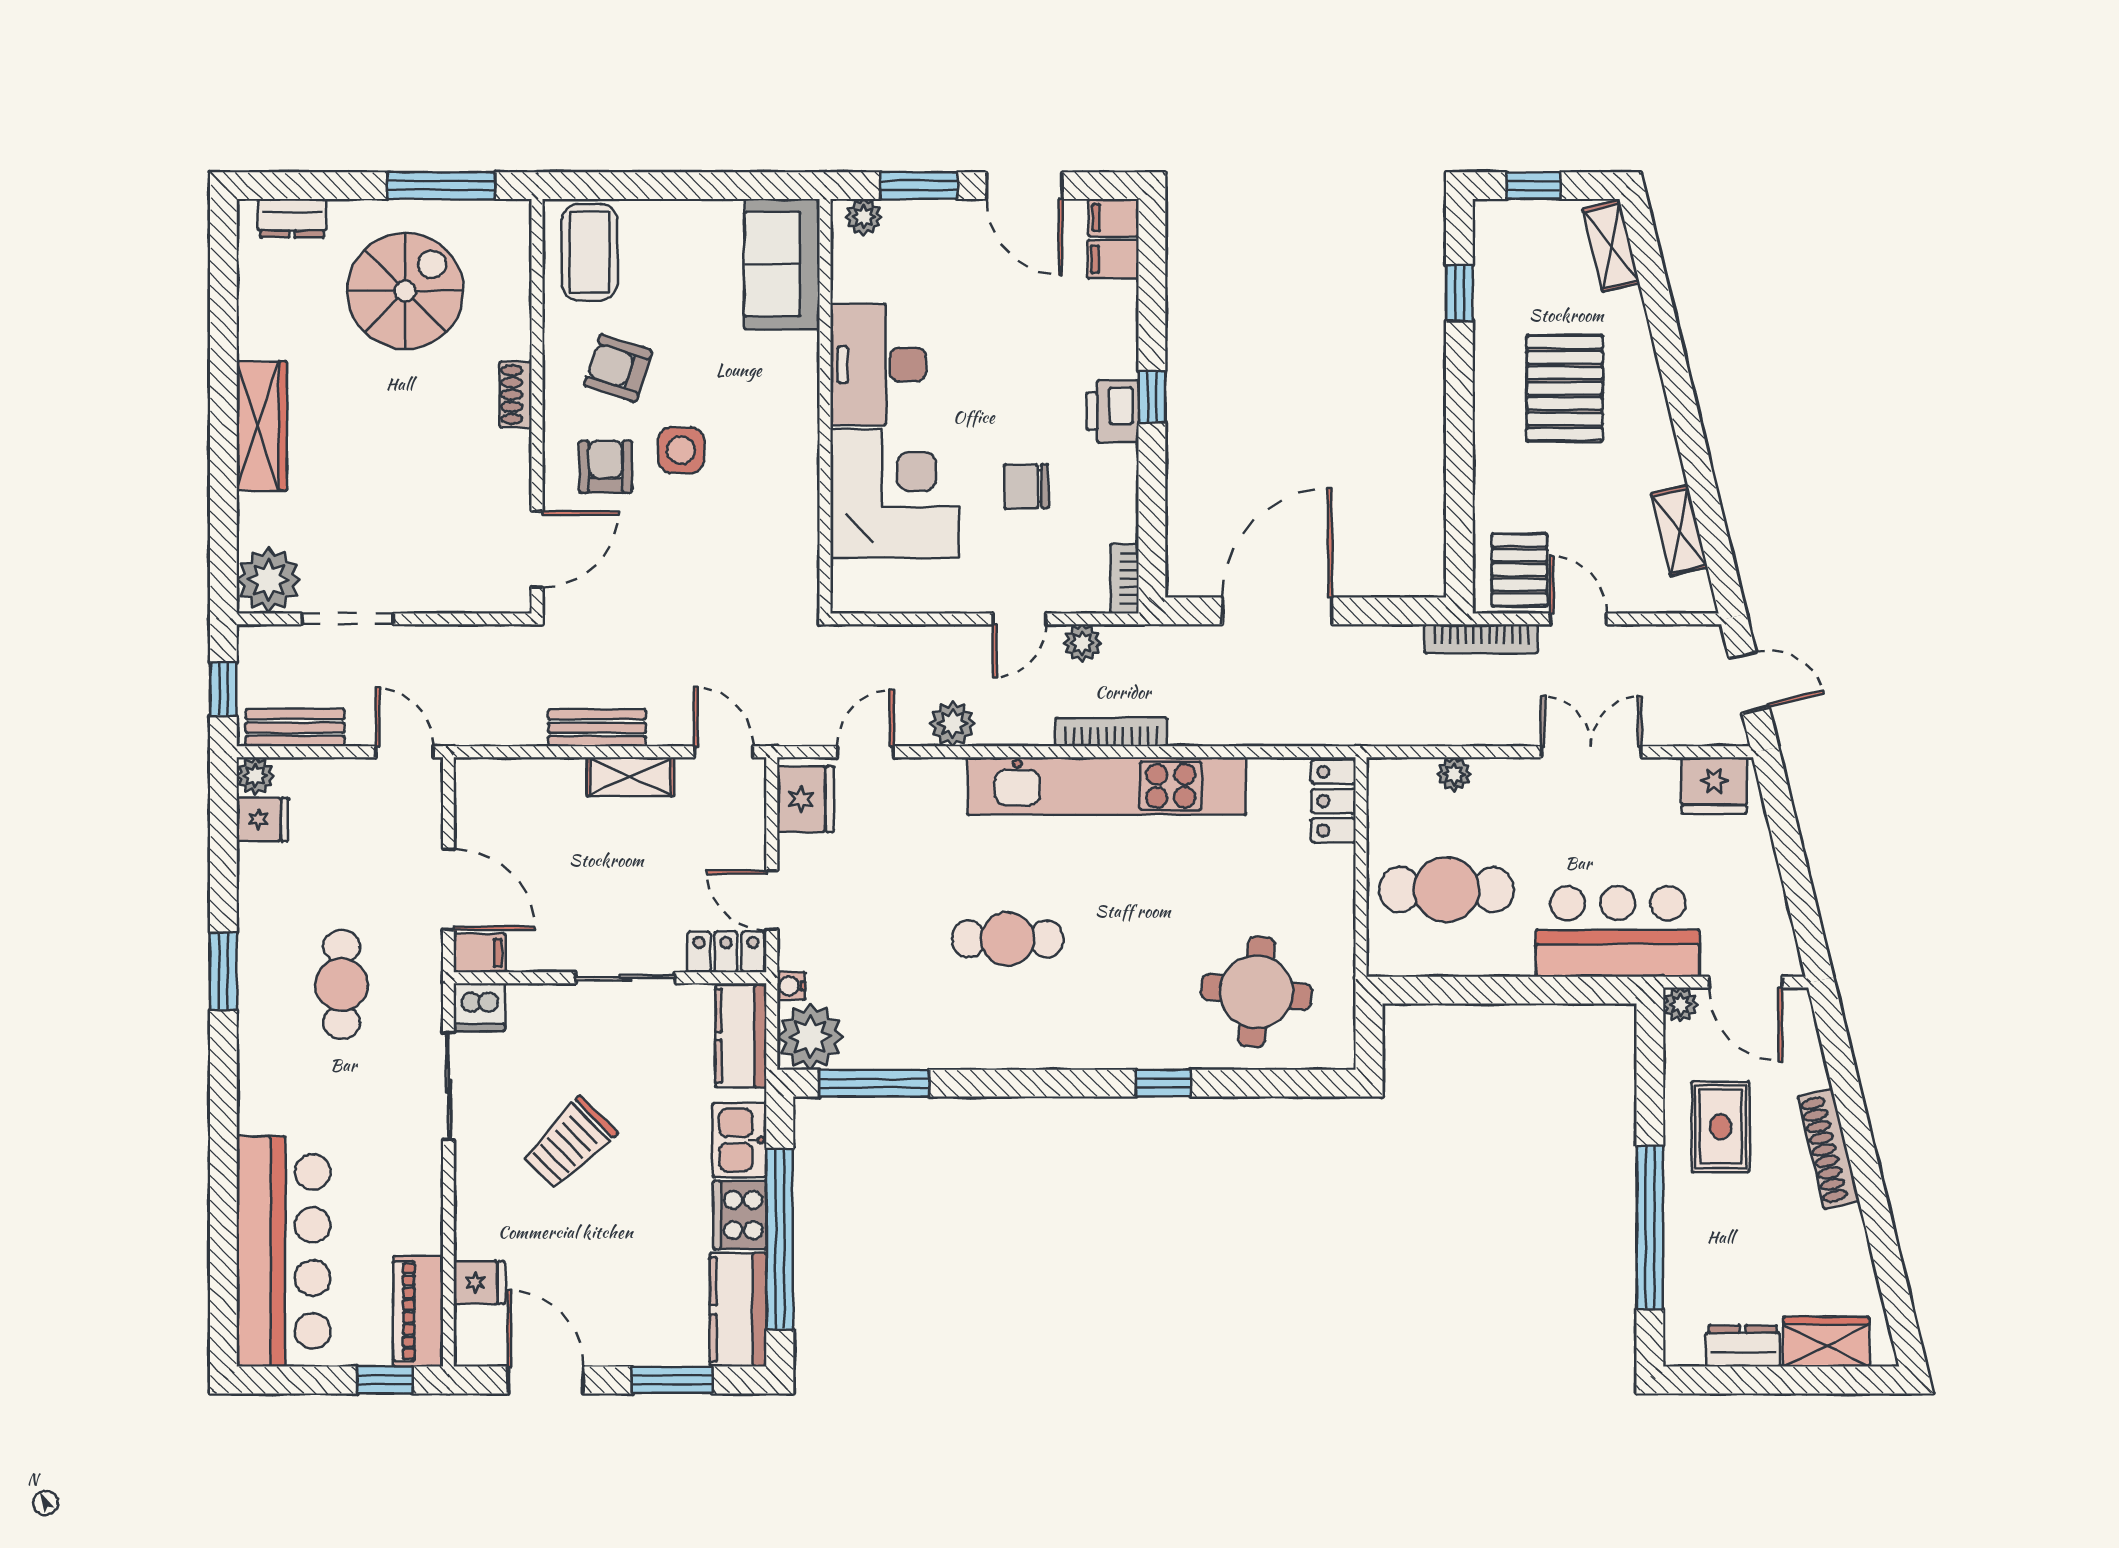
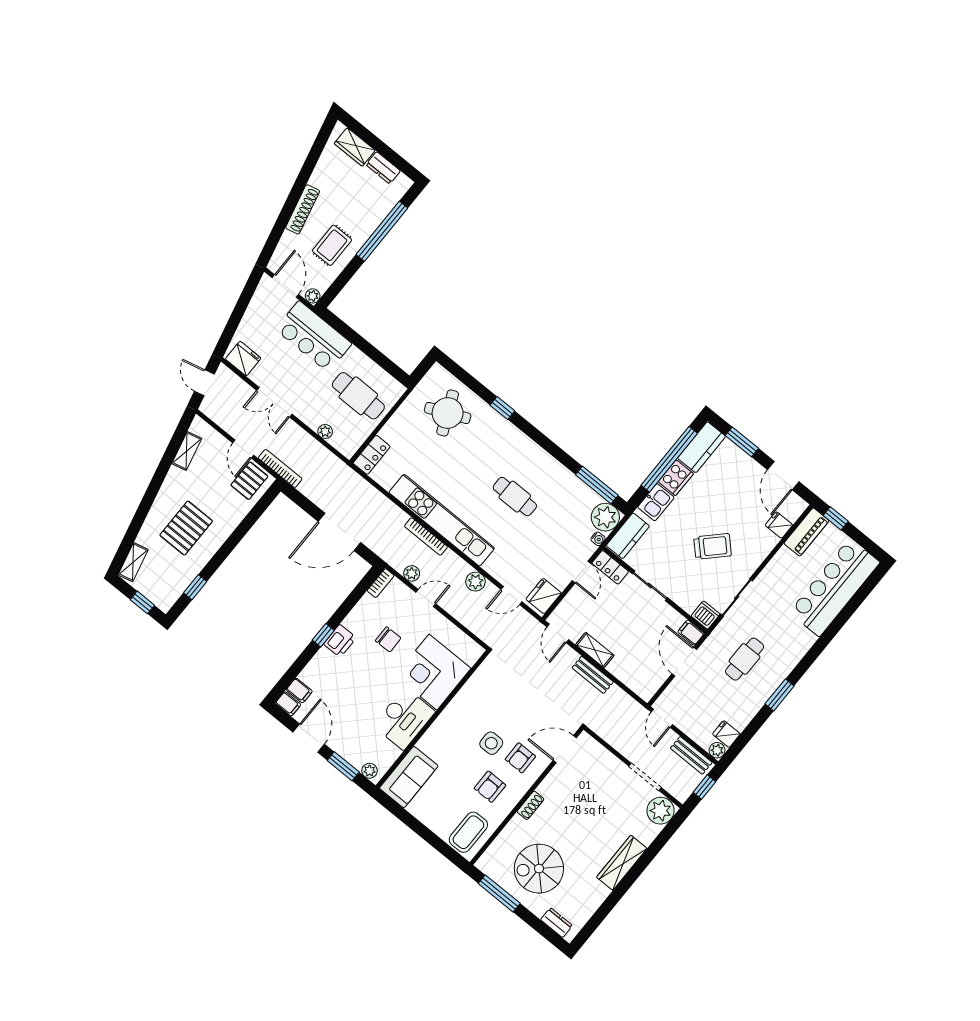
armchair: (618, 368) -> (490, 787), turned 72
round table: (1257, 992) -> (448, 413), turned -30

